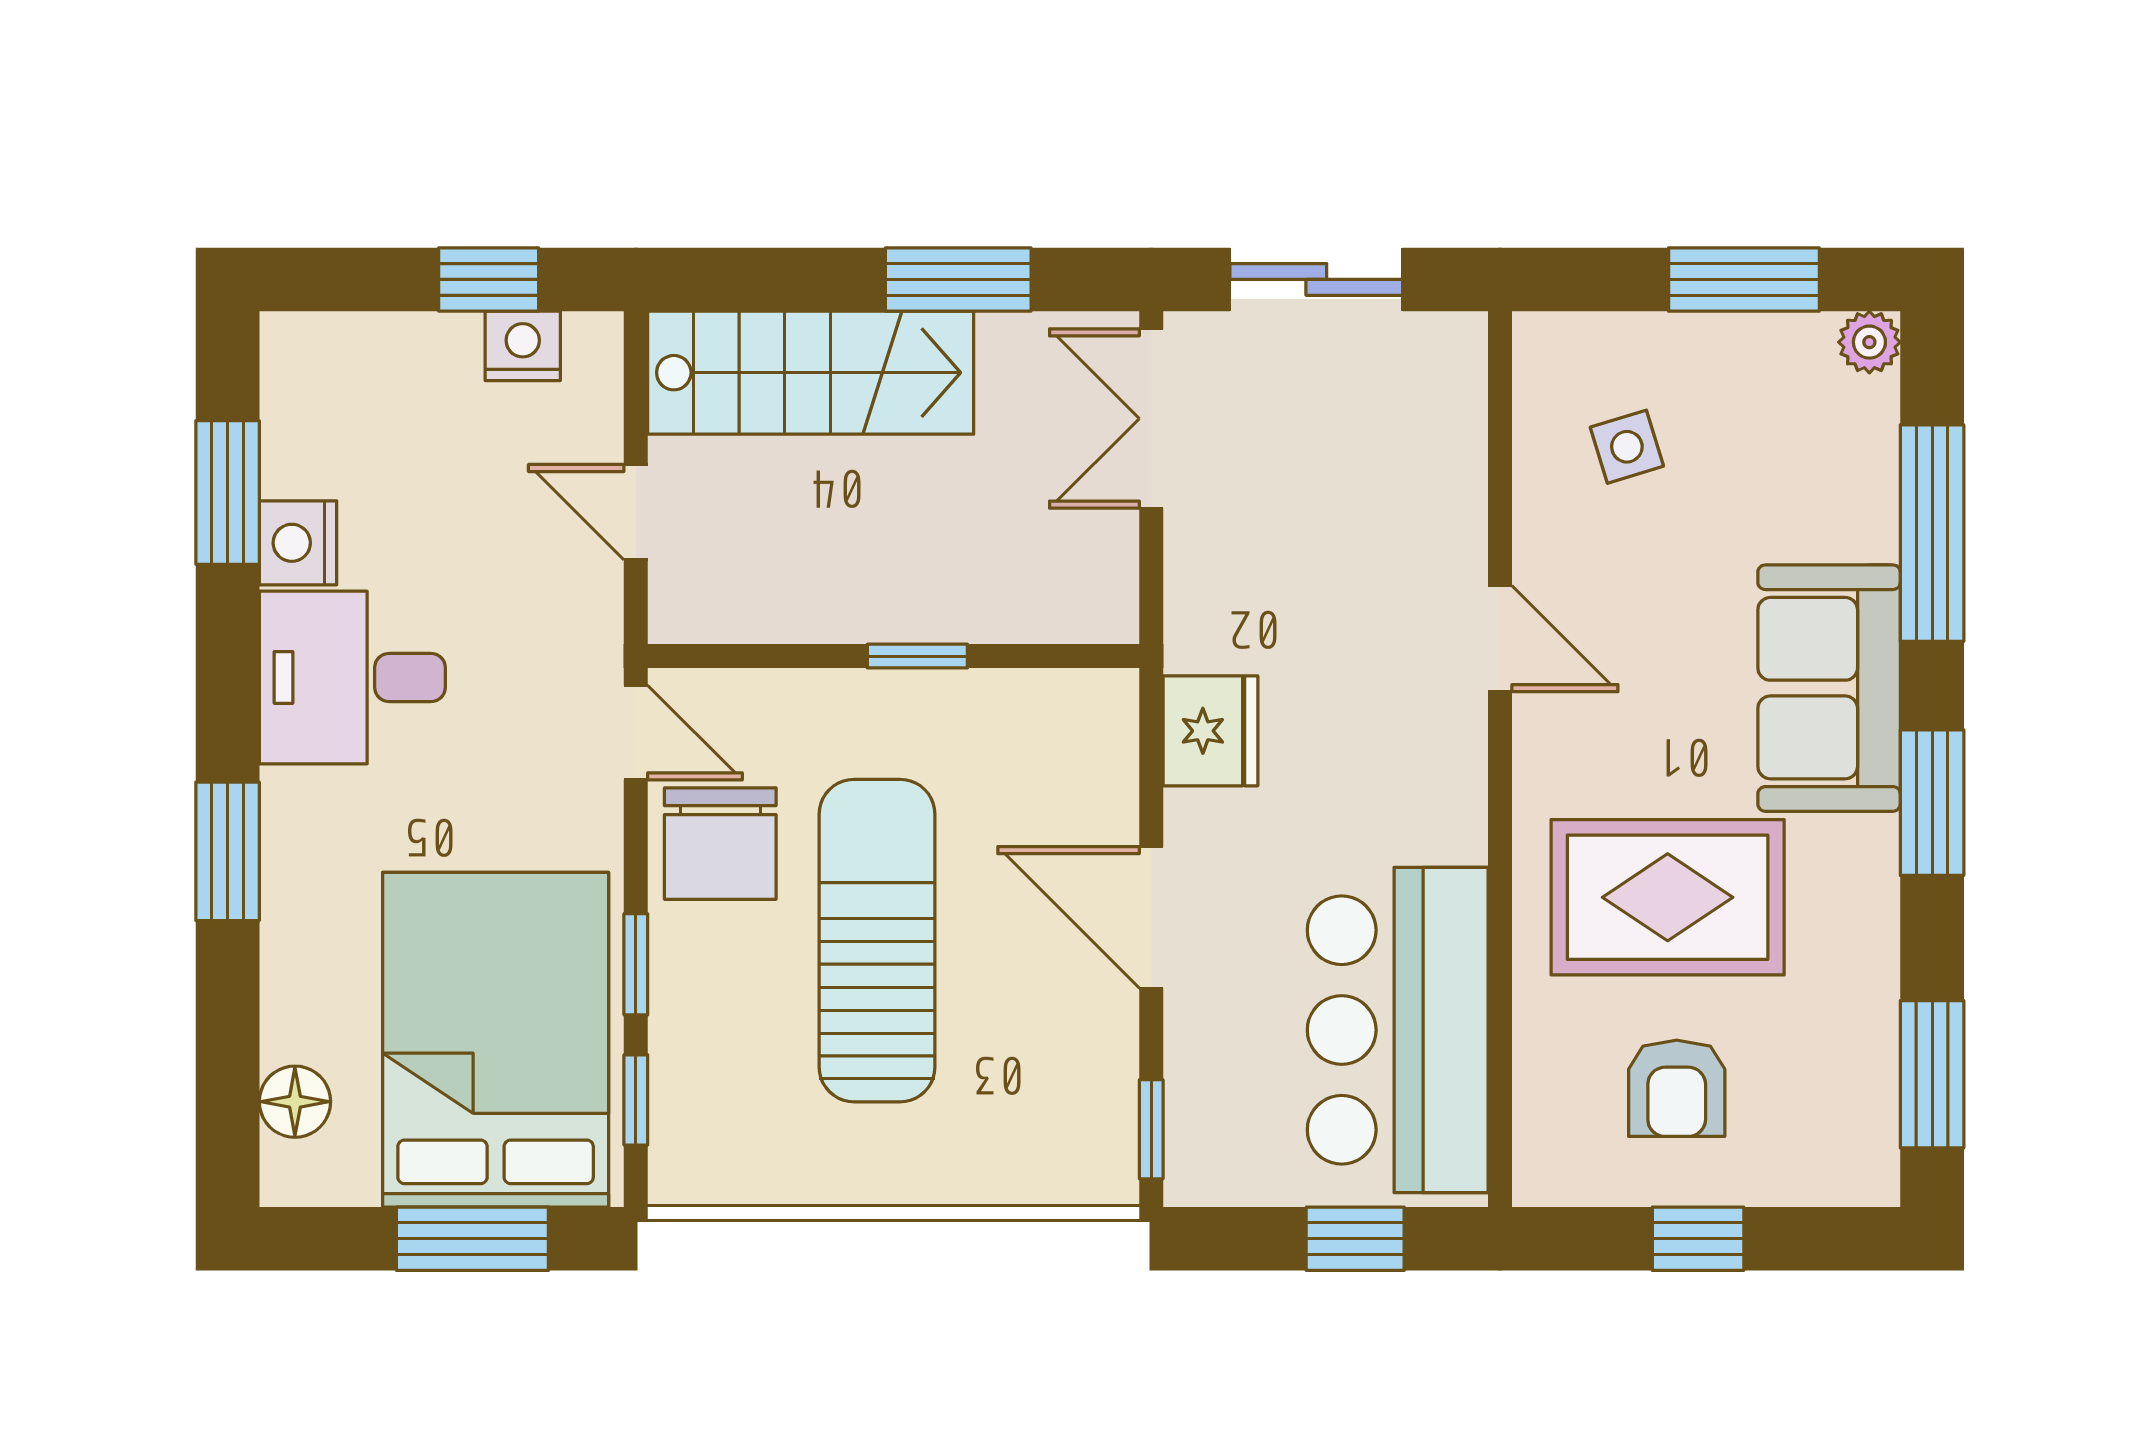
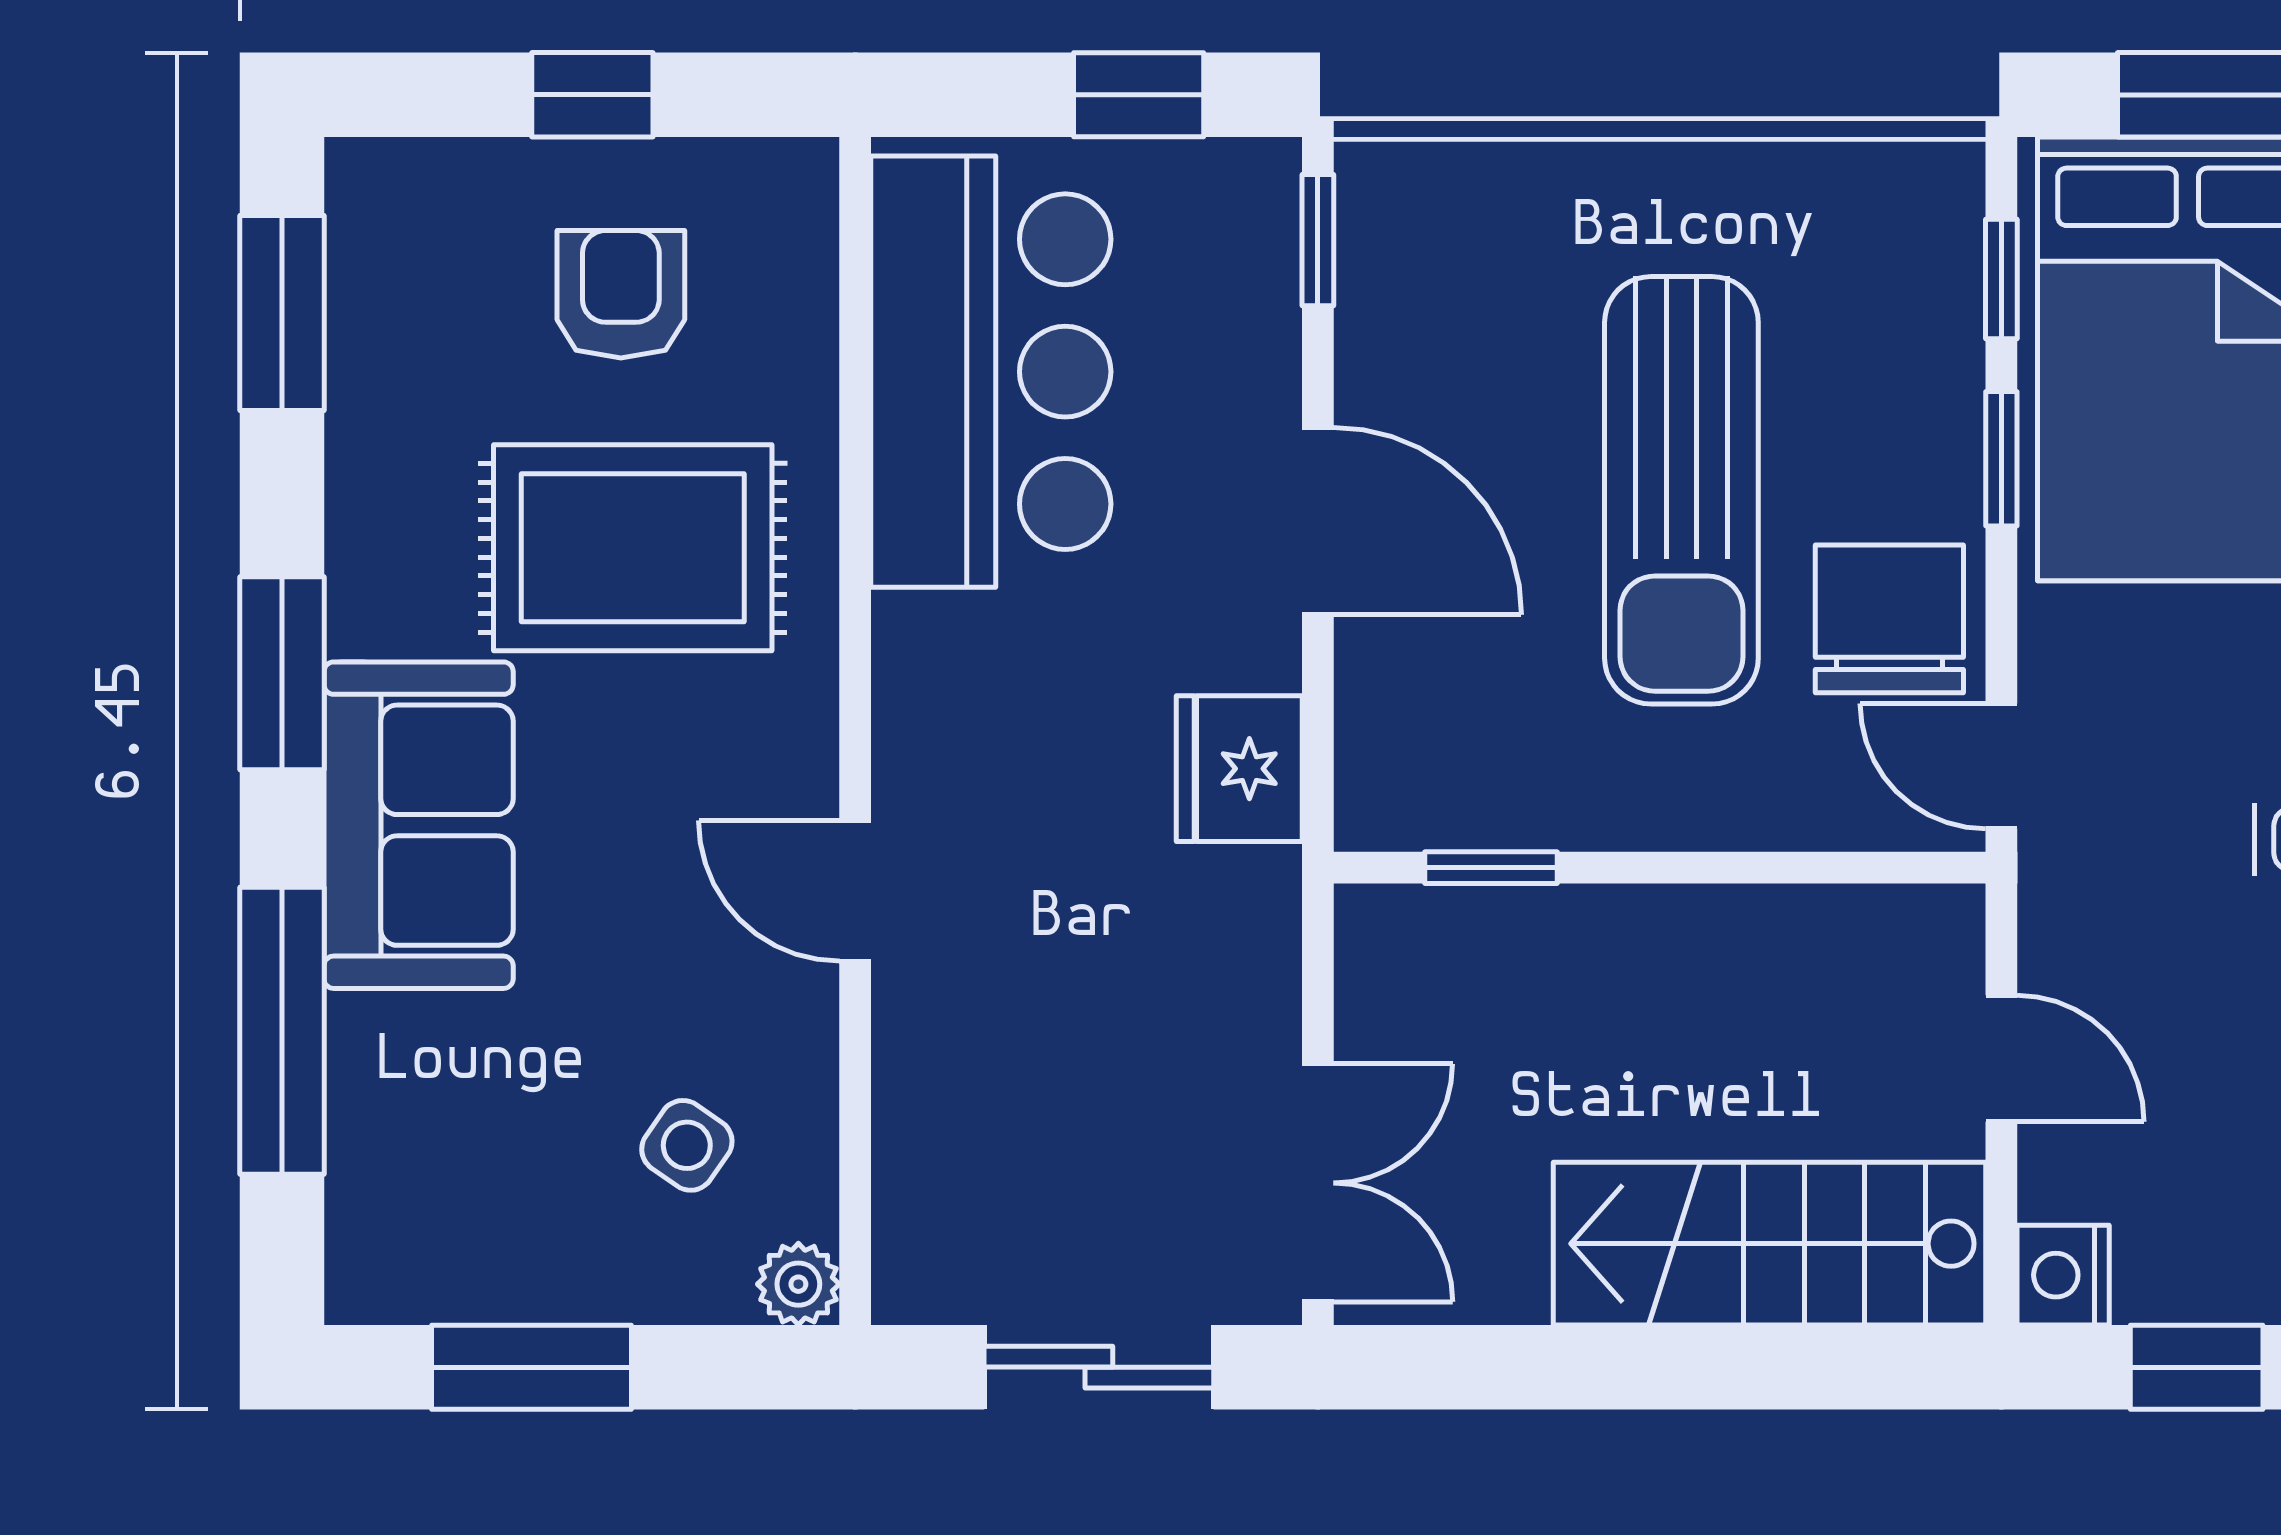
window: (958, 279) -> (1574, 1367), removed
plant: (1869, 342) -> (798, 1284), moved
nightstand: (523, 346) -> (2063, 1275), moved, turned 90
side table: (1627, 447) -> (687, 1145), turned -38
window: (917, 656) -> (1491, 868), moved
window: (1355, 1239) -> (1139, 95), moved

